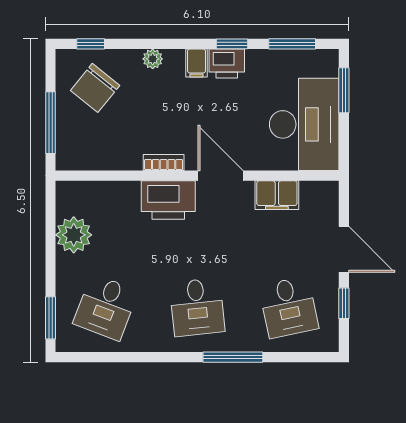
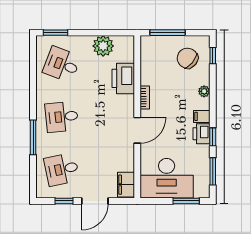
filing cabinet: (277, 195) -> (126, 185), moved
printer: (168, 200) -> (123, 78), moved

